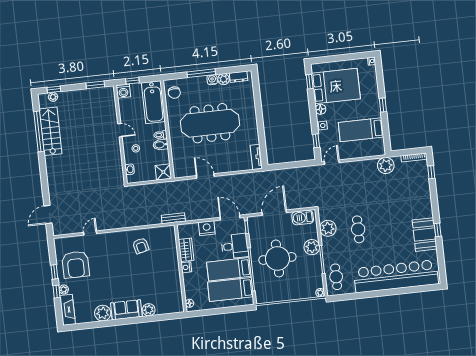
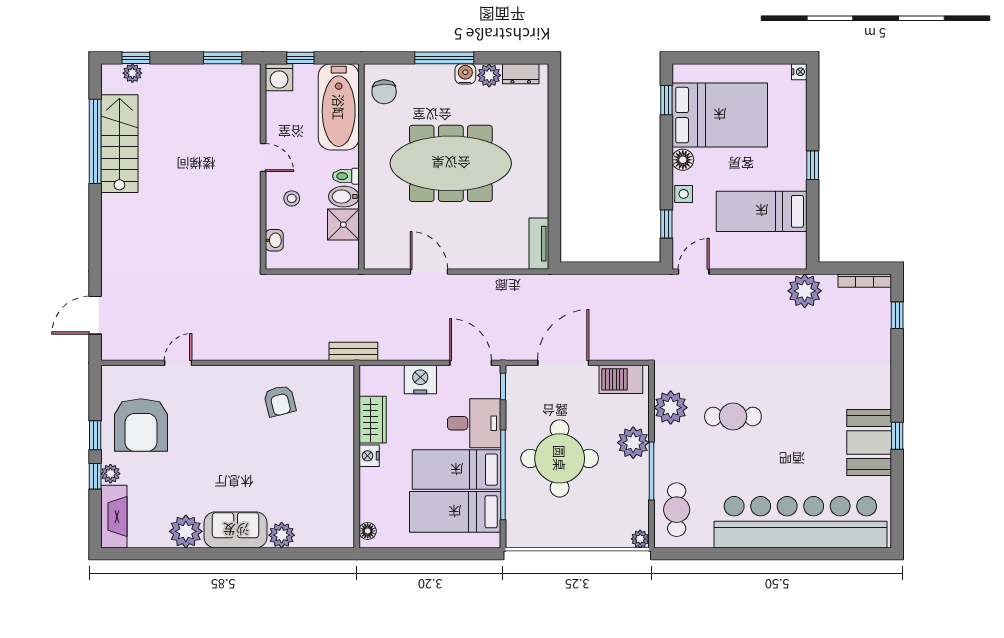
shower: (163, 172) -> (343, 225), moved
cafe table: (358, 229) -> (733, 416), turned 90

